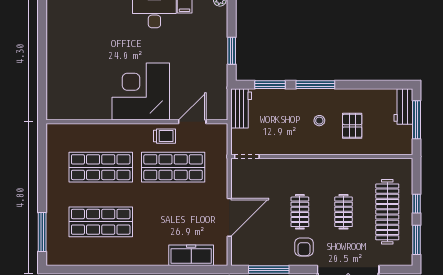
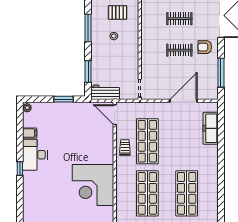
window: (315, 85) -> (88, 28), moved
corner desk: (141, 91) -> (93, 185), moved
door: (192, 122) -> (115, 115), moved
door: (229, 217) -> (183, 101), hinge flipped
armchair: (304, 247) -> (205, 47), turned 180

